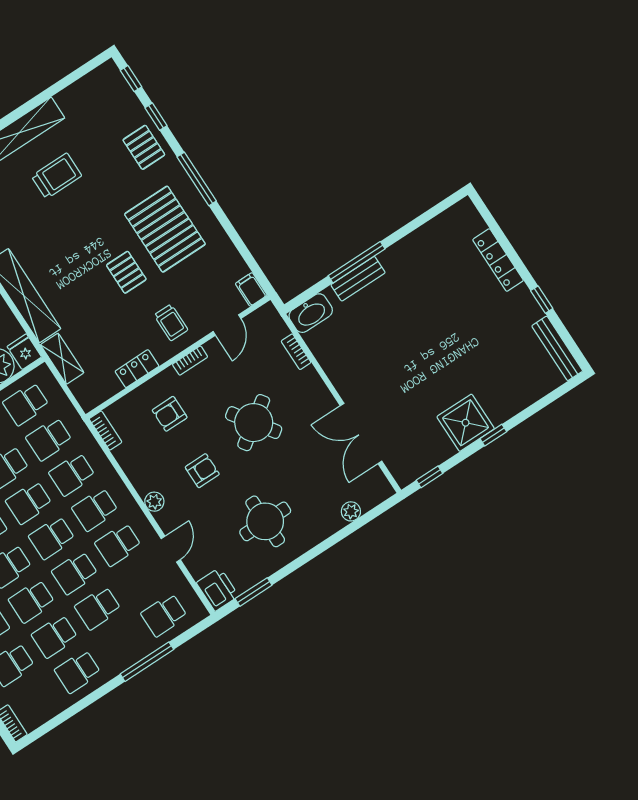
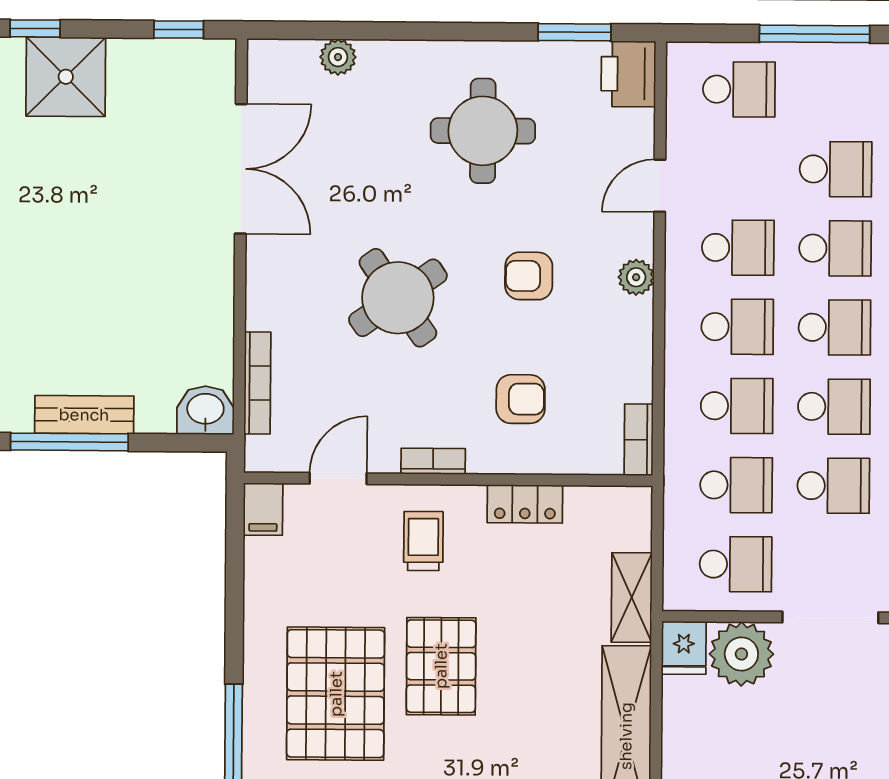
pallet: (126, 272) -> (441, 666), width x1.50, depth x1.42
washbasin: (311, 313) -> (205, 410), width x0.72
bookcase: (296, 352) -> (257, 383), width x1.56

